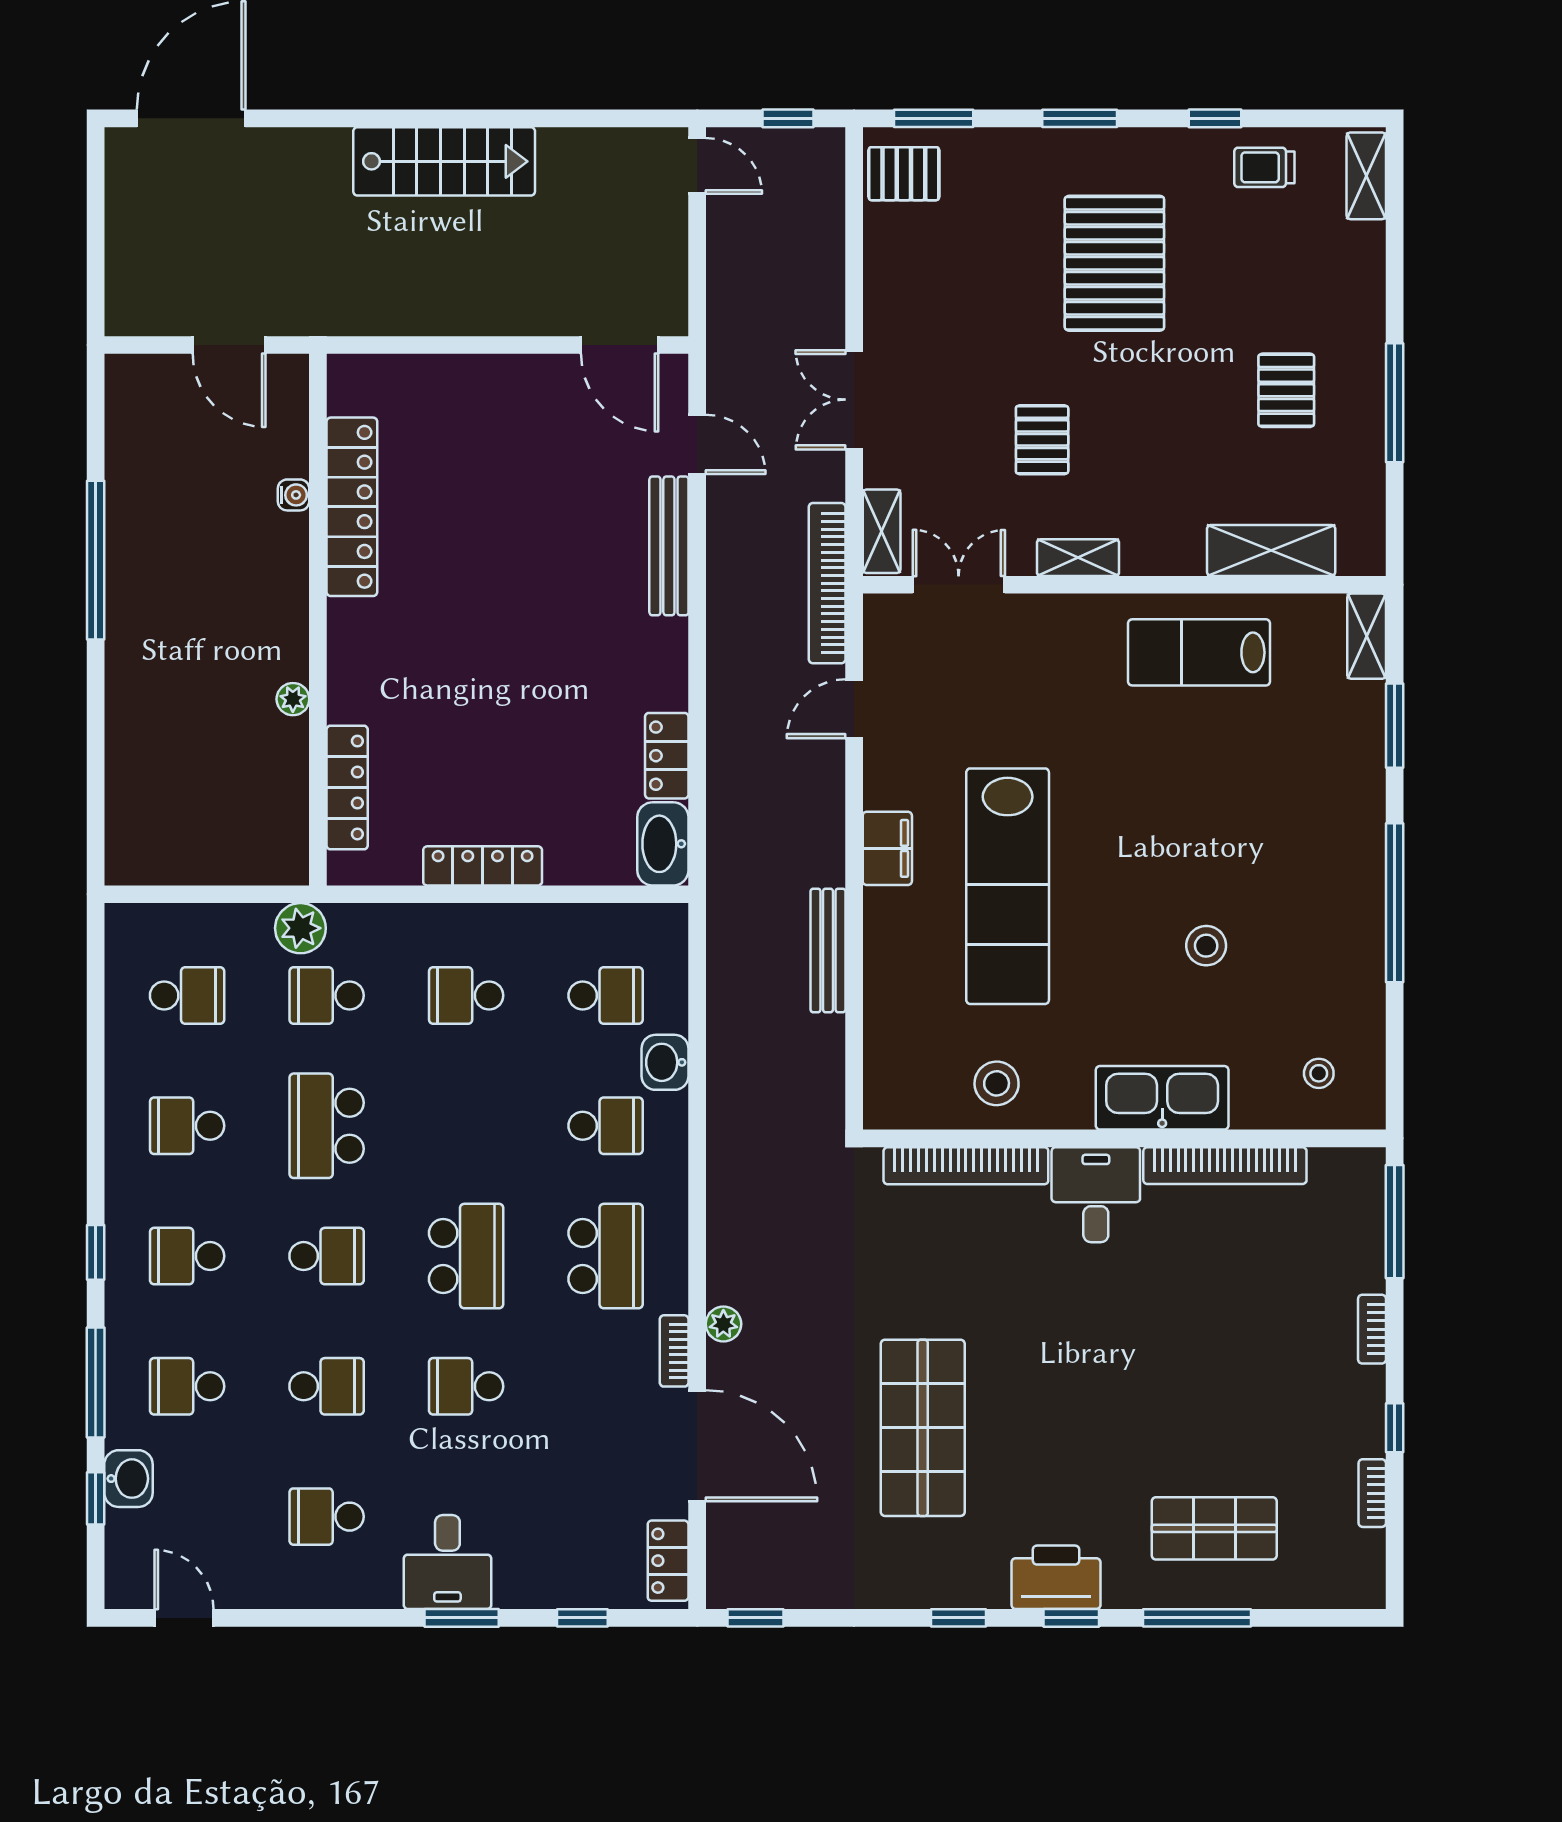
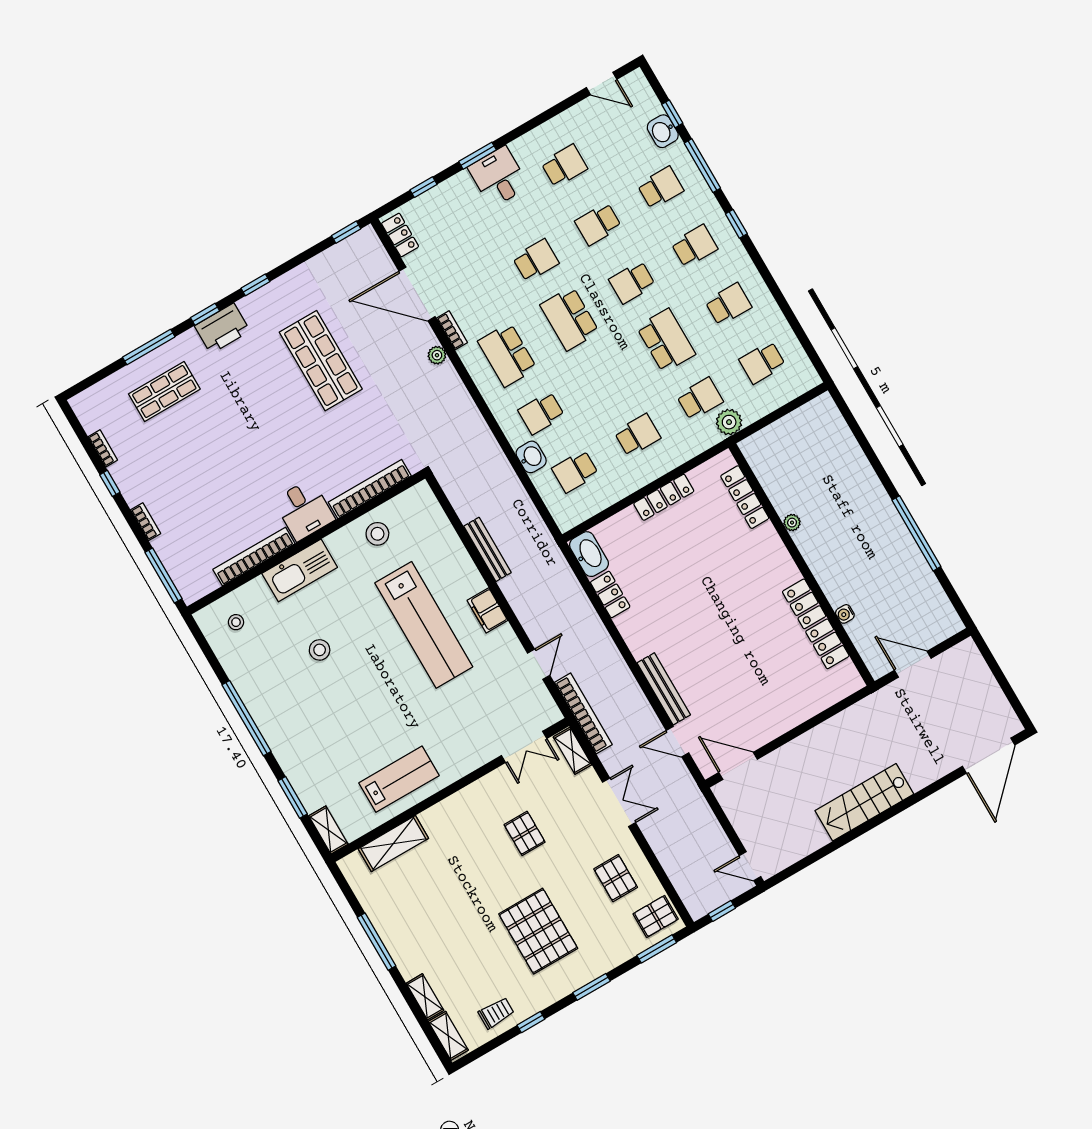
pallet: (1286, 390) -> (616, 878), moved
shelving: (1078, 558) -> (425, 997), moved, turned 90
lab bench: (1008, 886) -> (424, 625), turned 180

